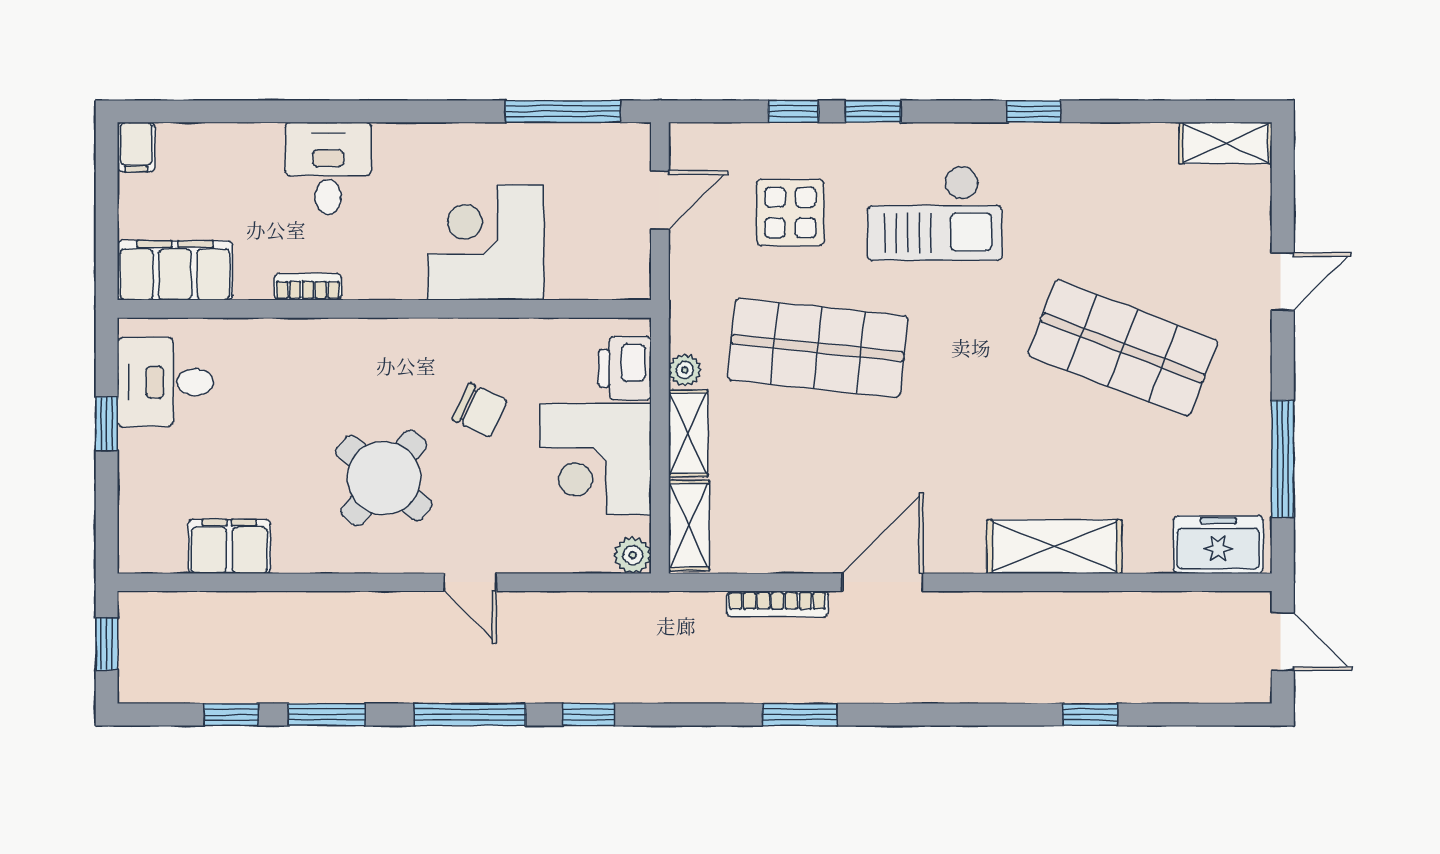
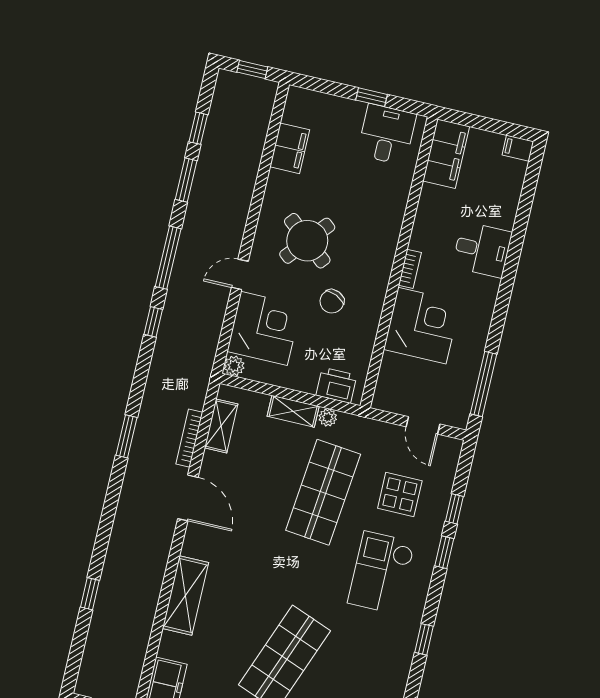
bookcase: (308, 287) -> (410, 269), moved
corner desk: (596, 459) -> (264, 328), moved, turned 90
shelving: (689, 525) -> (221, 426), moved, turned 90

